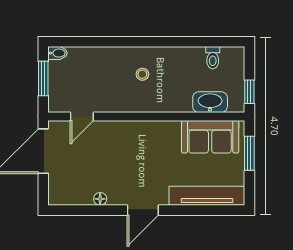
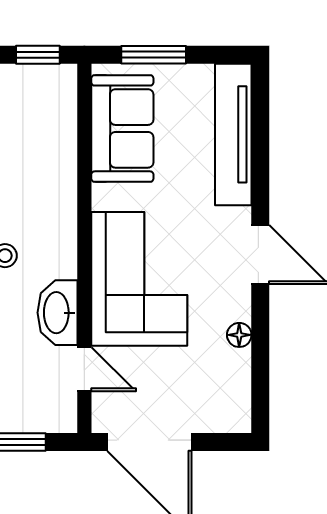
washbasin: (210, 102) -> (57, 313), moved
corner sofa: (130, 146) -> (139, 279), added

